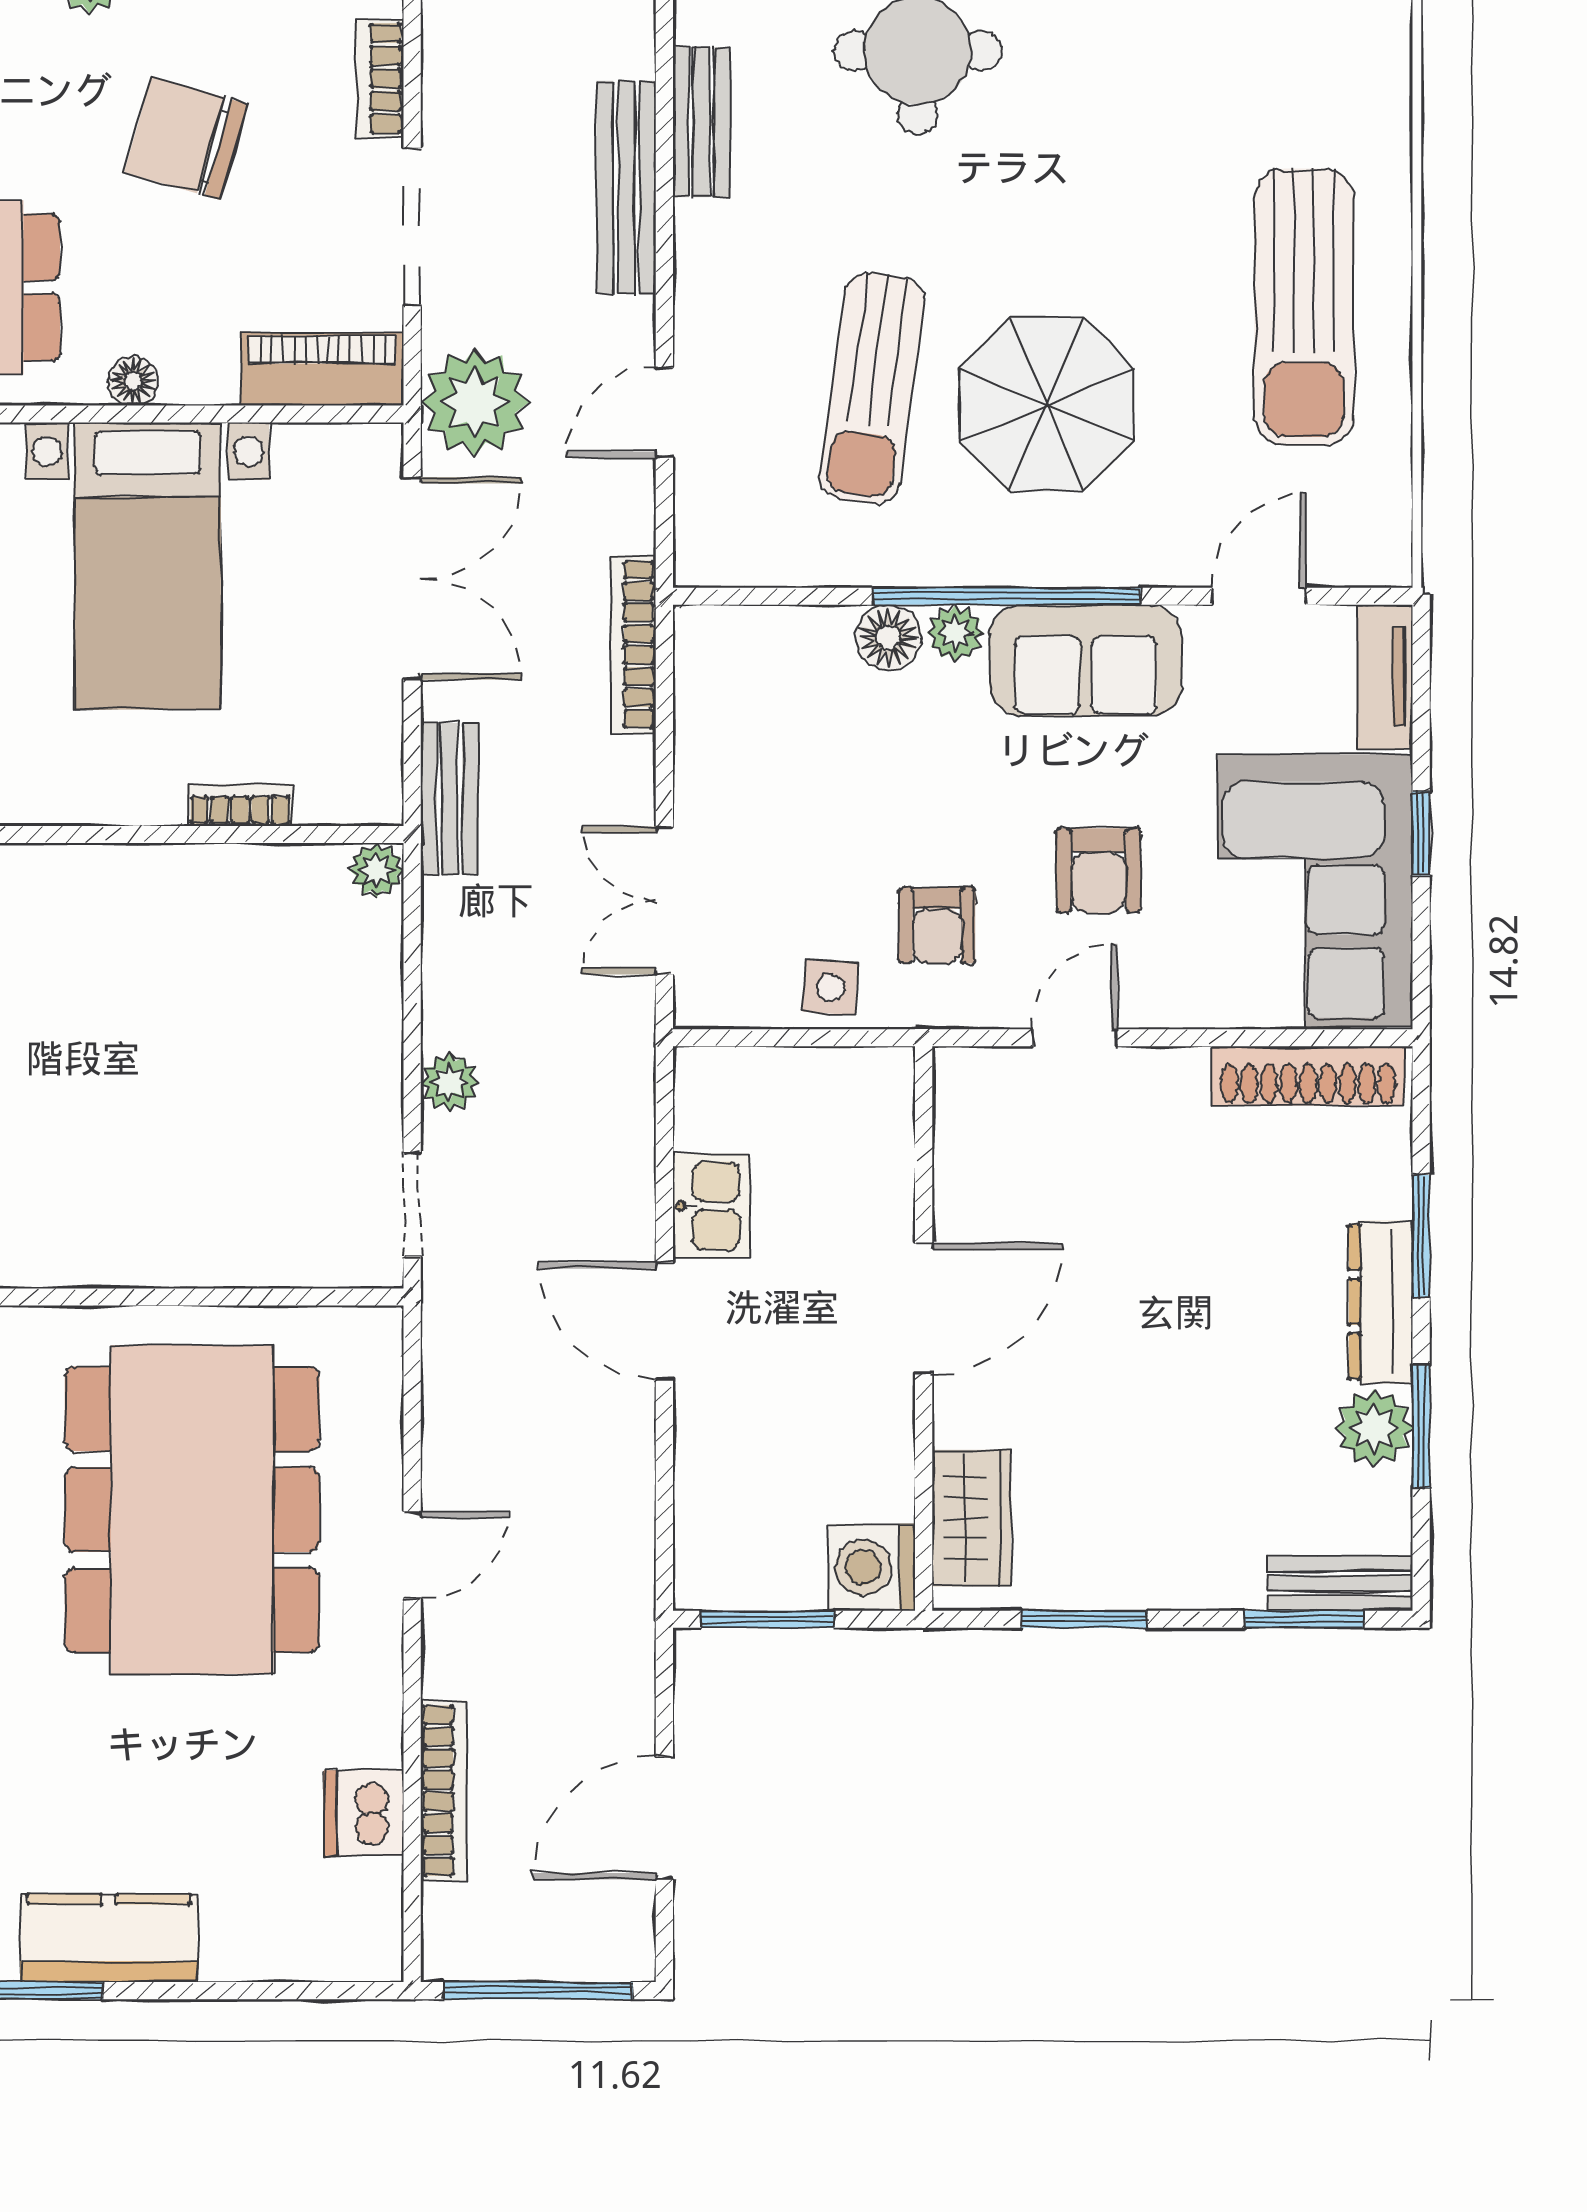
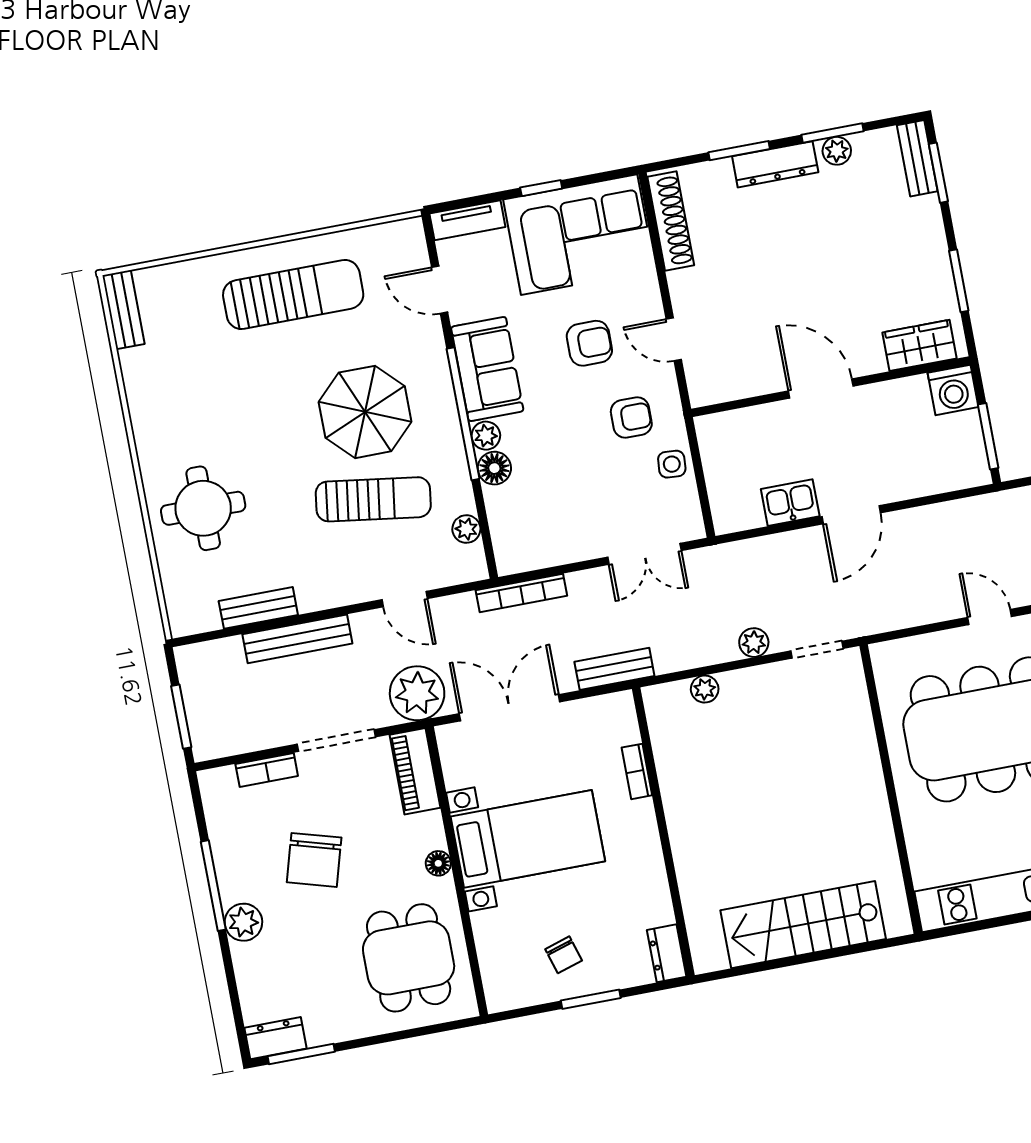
plant: (779, 560) -> (466, 529), added
plant: (376, 870) -> (705, 689), moved
plant: (1374, 1428) -> (837, 151), width x0.73, depth x0.73

